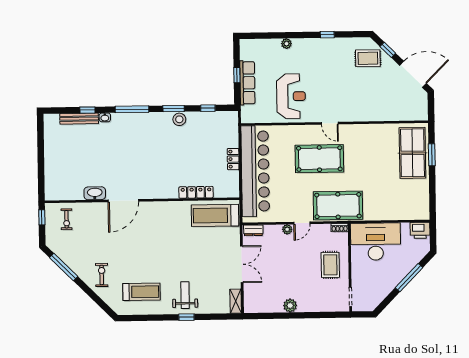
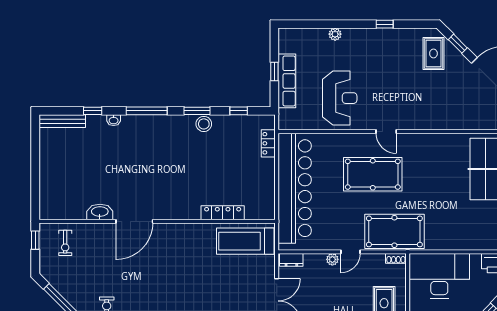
rug: (368, 58) -> (433, 54), turned 90
bench: (79, 119) -> (62, 121), moved
locker: (233, 159) -> (268, 143), moved

